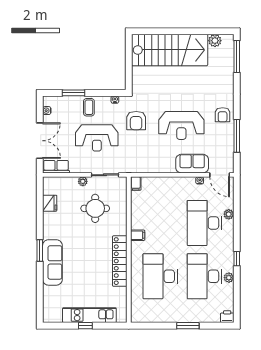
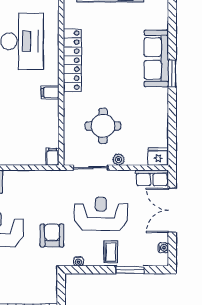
fridge: (50, 203) -> (158, 157), moved, turned 90

